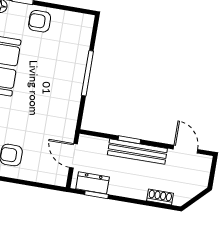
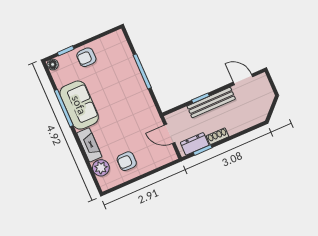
shoe rack: (160, 197) -> (218, 136), moved

